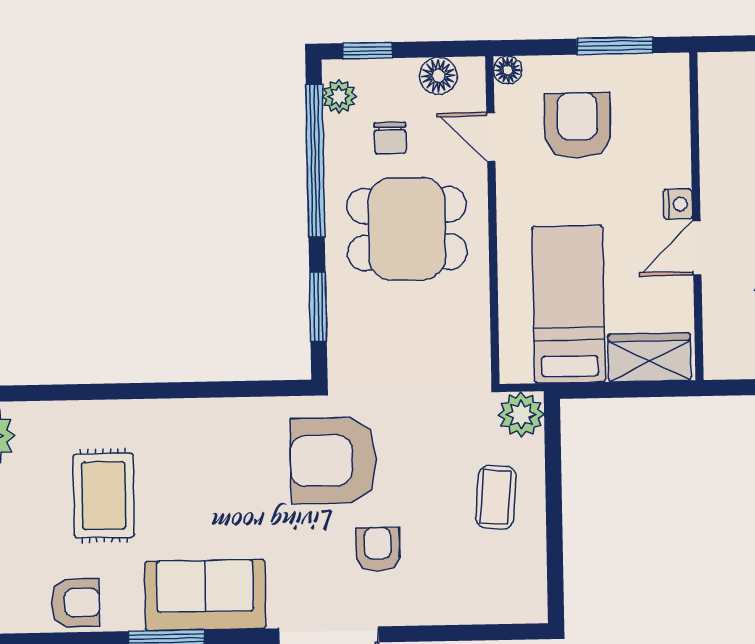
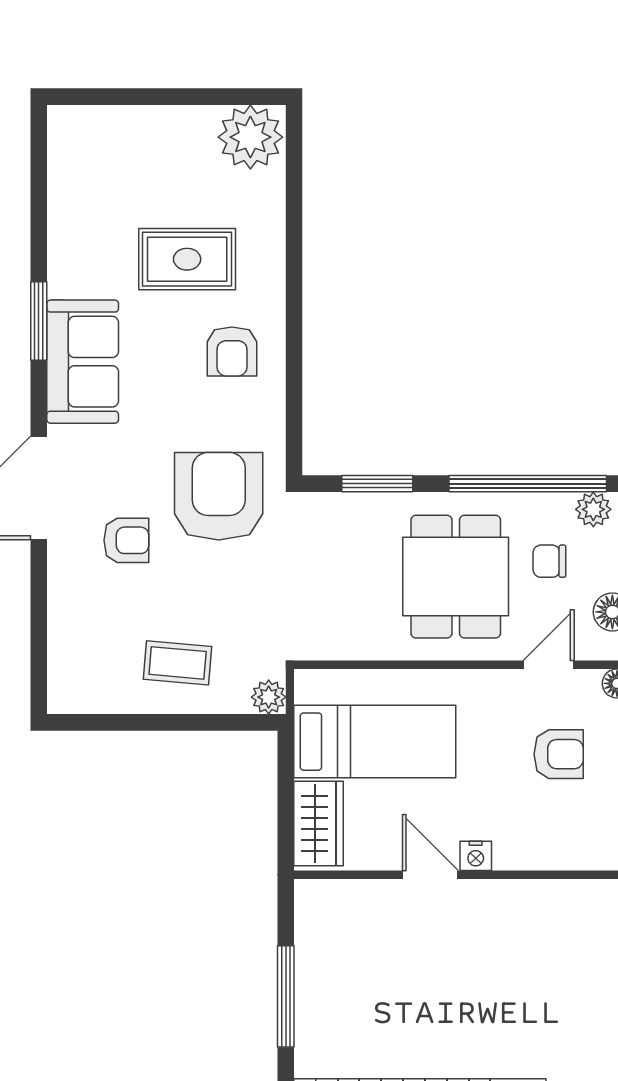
armchair: (577, 125) -> (559, 754), width x0.72, depth x0.72
plant: (521, 415) -> (269, 697), width x0.73, depth x0.73
armchair: (75, 603) -> (232, 351), moved

